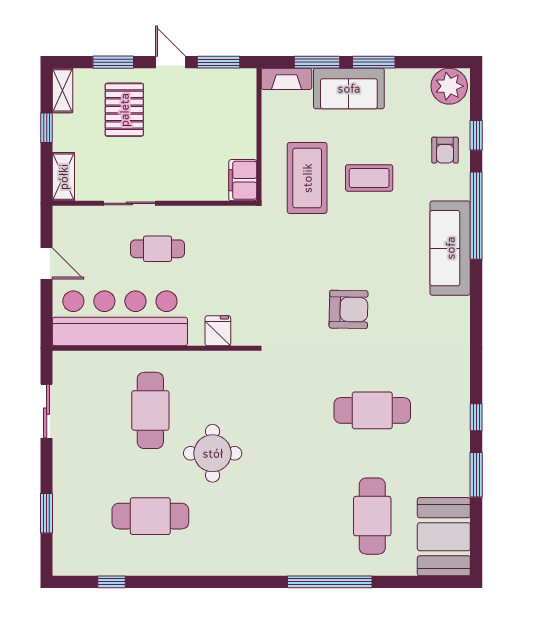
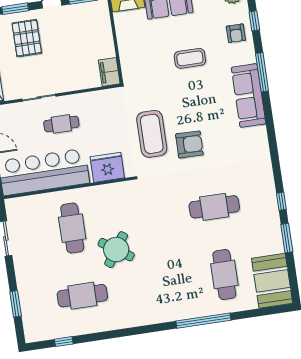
coffee table: (307, 178) -> (152, 134), moved
window: (476, 216) -> (262, 72), width x0.68
fridge: (218, 331) -> (107, 167), width x1.88, depth x1.34
round table: (213, 453) -> (116, 250), turned 34

